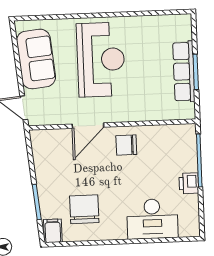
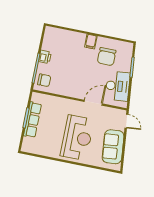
reception desk: (101, 60) -> (77, 138), turned 180
chair: (126, 145) -> (44, 80), moved
desk: (152, 219) -> (118, 86), moved, turned 84
filing cabinet: (53, 231) -> (91, 42), moved

